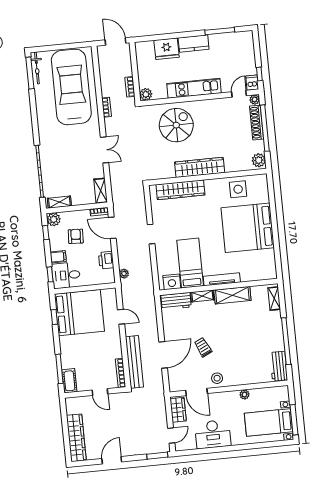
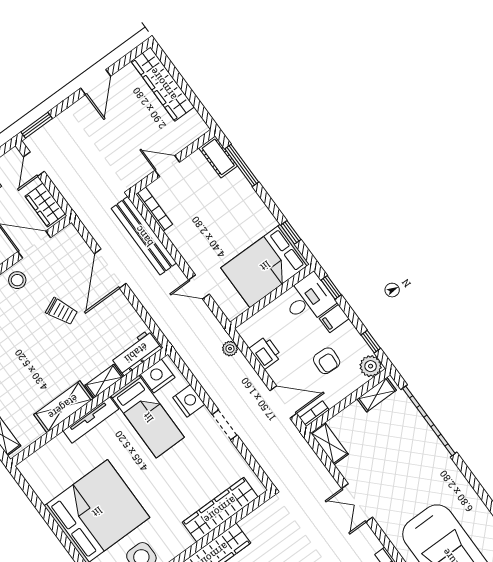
nightstand: (163, 258) -> (189, 401), added
bed: (79, 313) -> (265, 266), width x0.73

